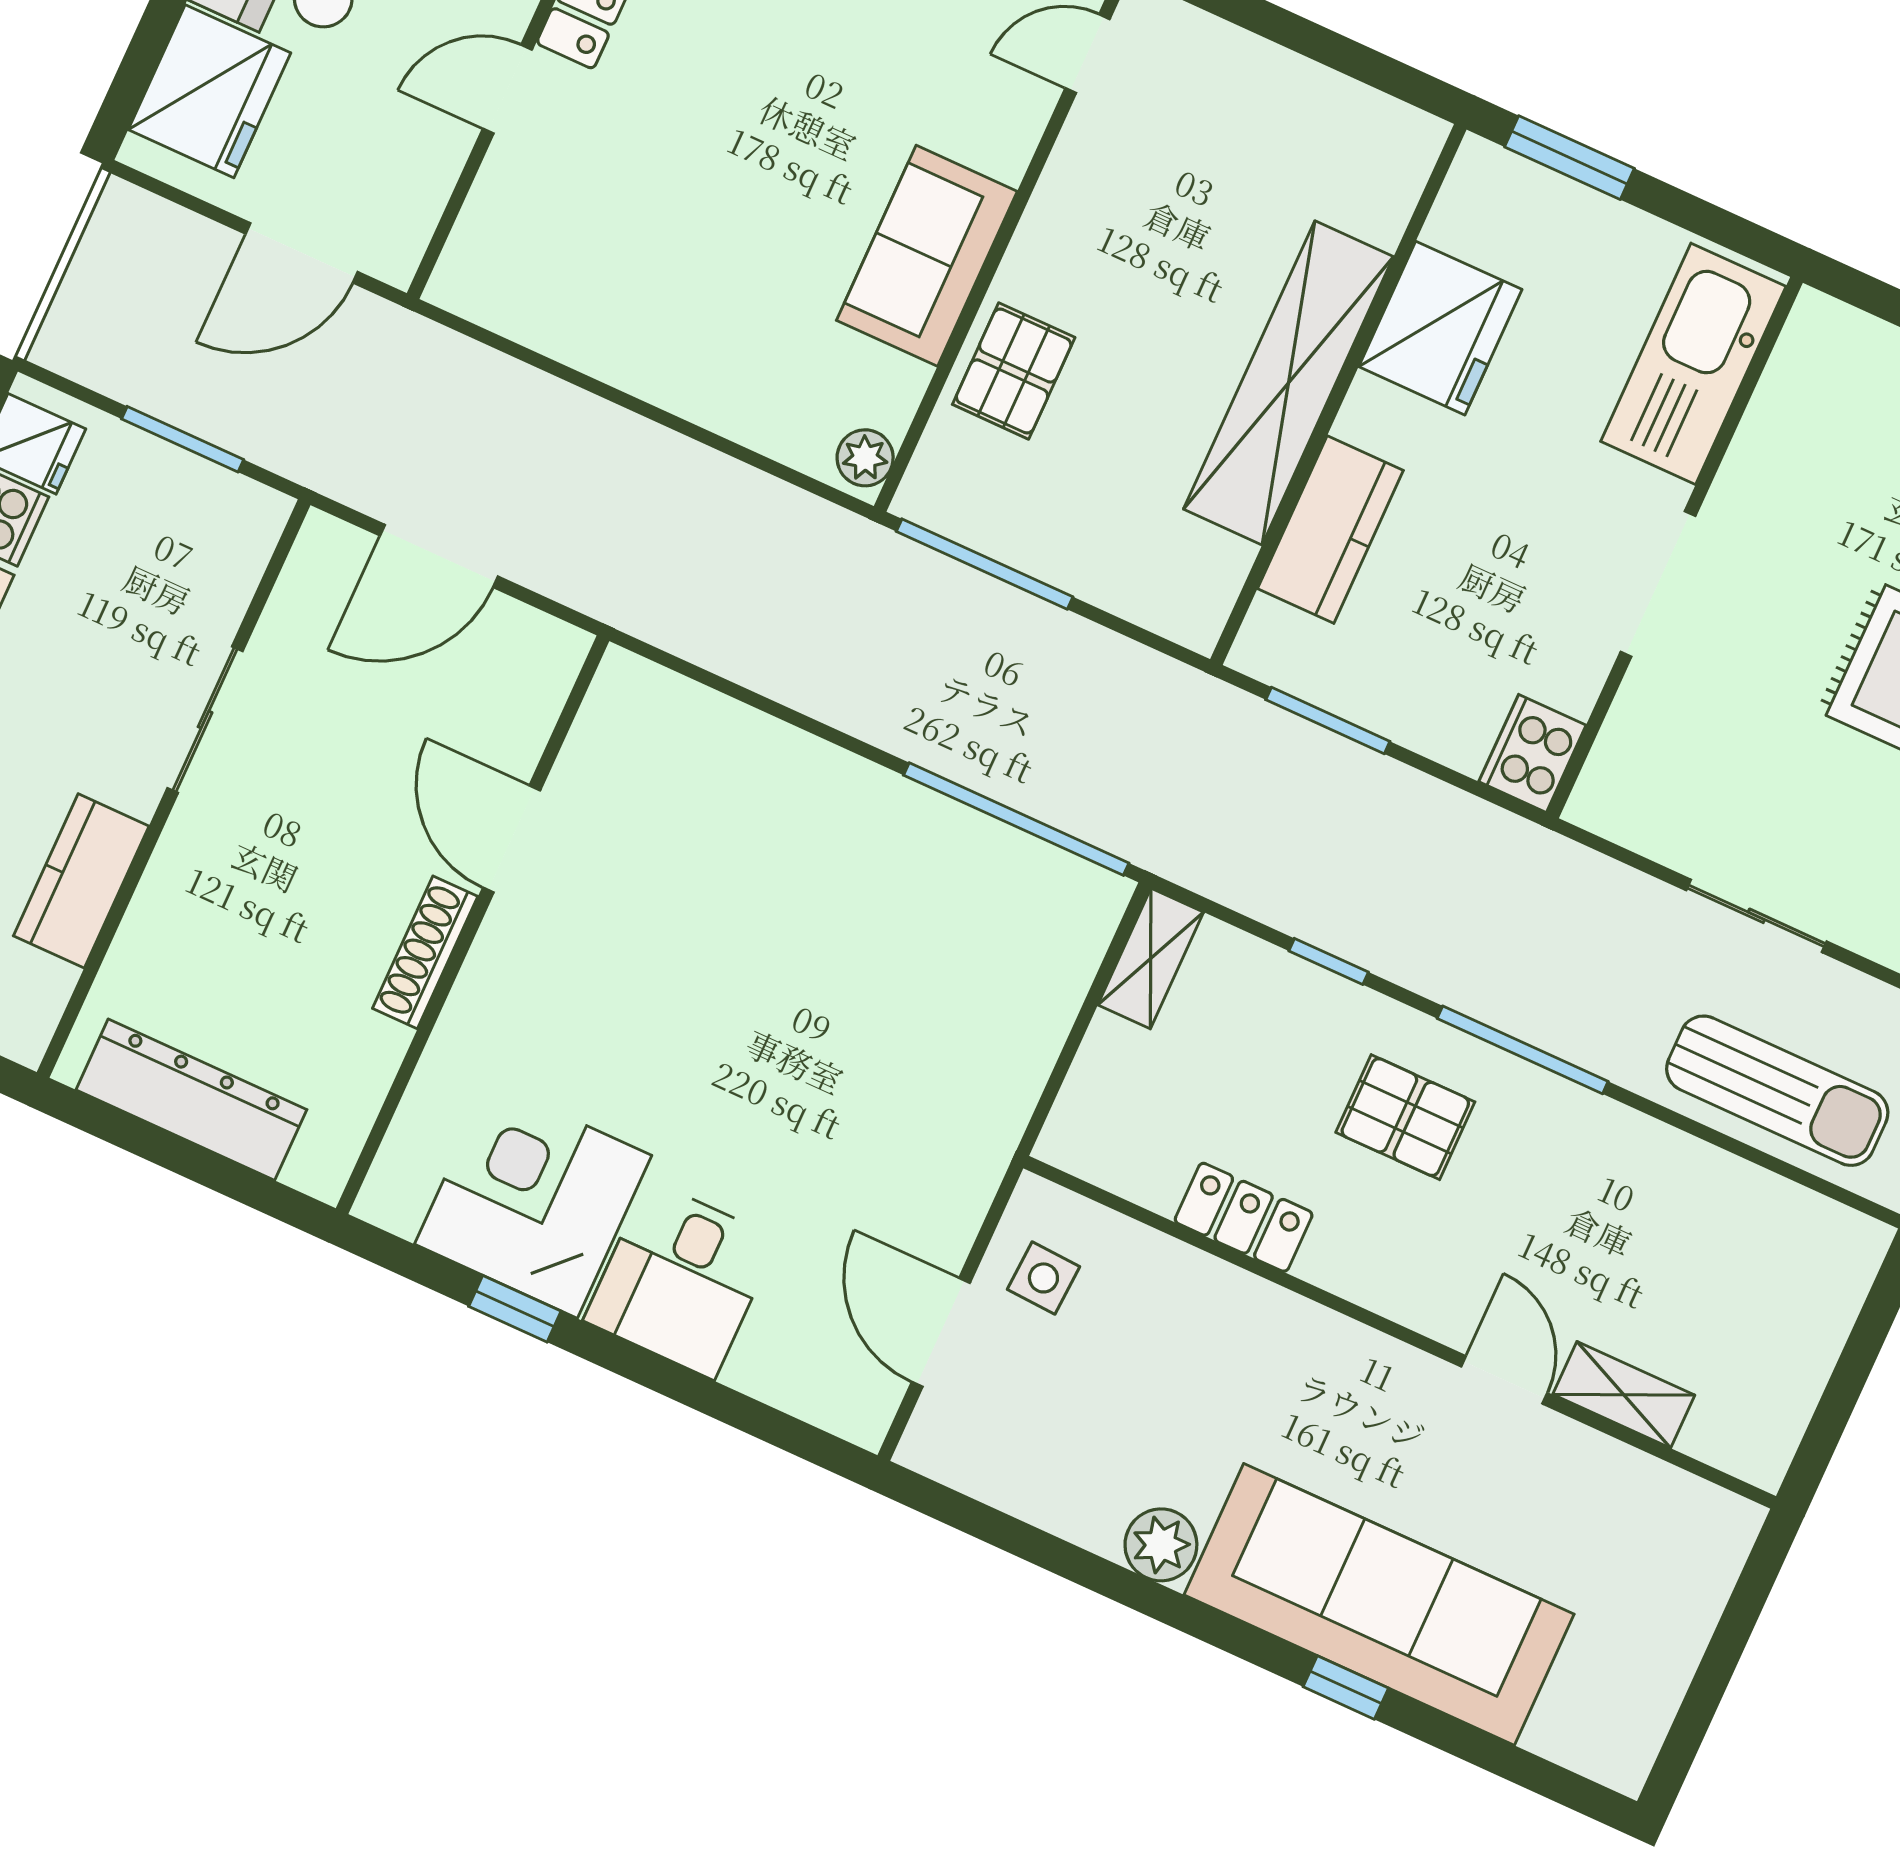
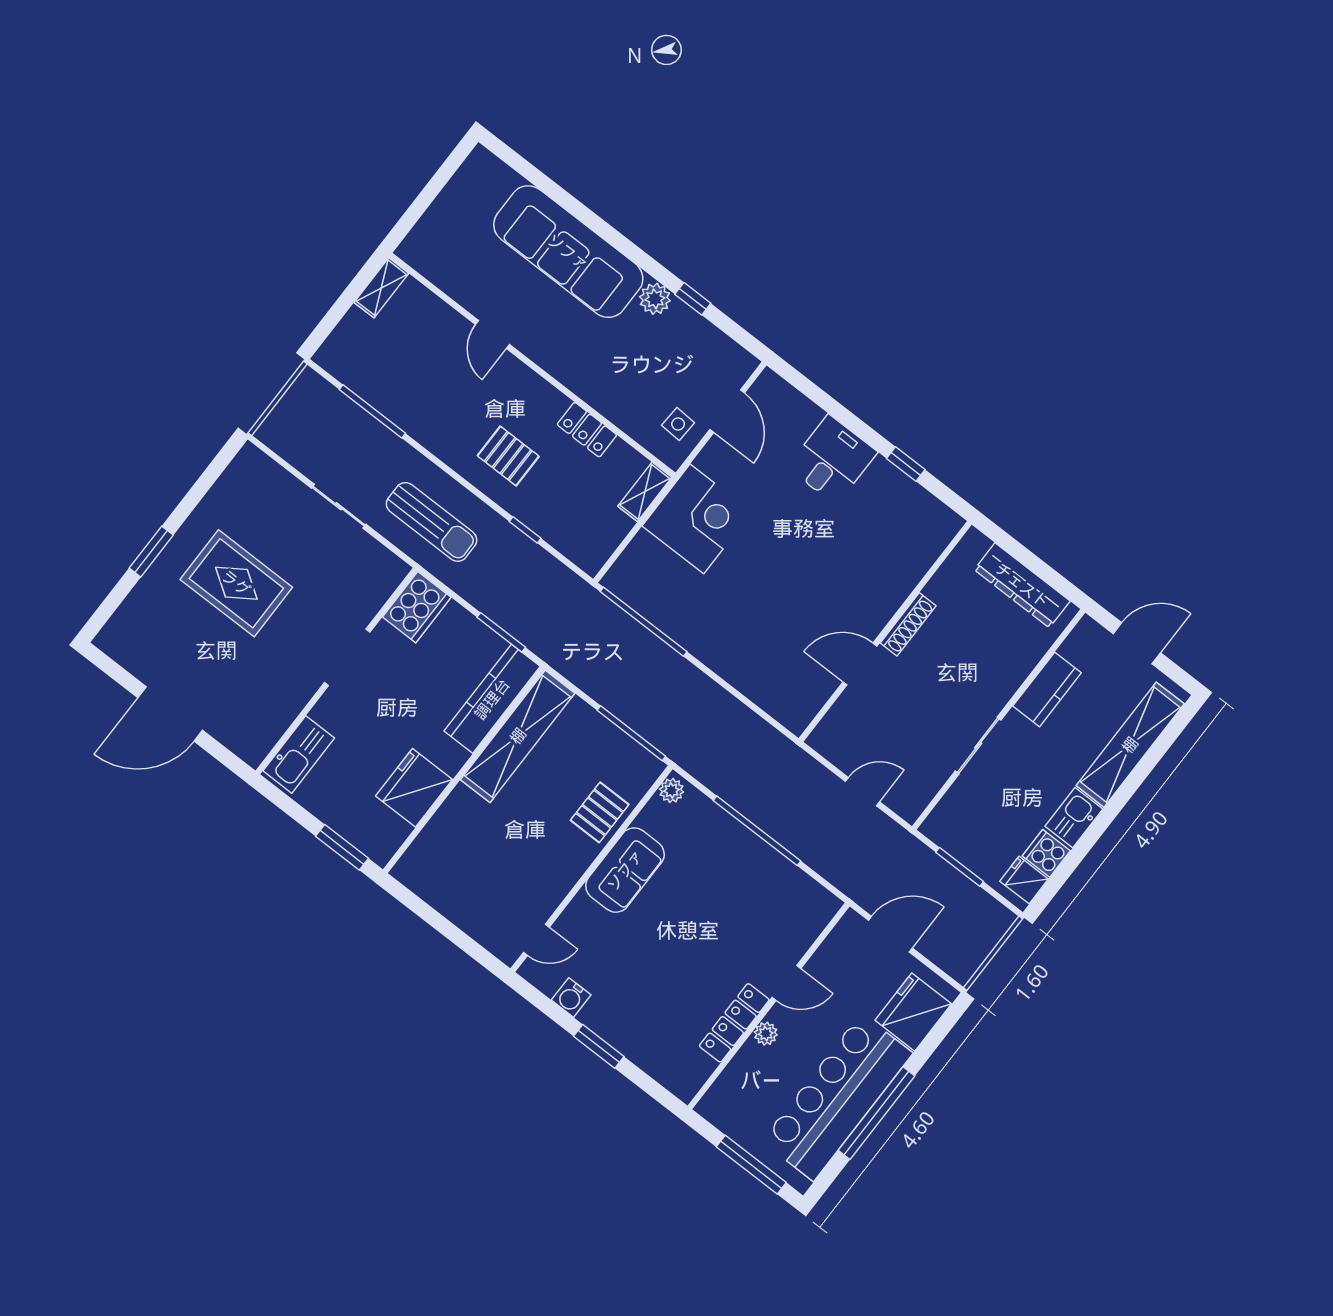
kitchen sink: (1693, 364) -> (299, 754), width x0.73, depth x0.81
shelving: (1289, 383) -> (518, 736), moved
window: (653, 413) -> (757, 831), added
kitchen counter: (1330, 530) -> (492, 699), width x1.50
door: (439, 556) -> (862, 792), width x0.73
cooker: (1532, 753) -> (417, 607), width x1.37, depth x1.31
door: (512, 839) -> (860, 664), swing flipped
shelving: (1151, 958) -> (645, 492), moved
window: (1523, 1050) -> (372, 411), moved
sun lounger: (1777, 1091) -> (432, 522), moved, turned 180
corner desk: (533, 1200) -> (697, 519), moved, turned -90
shelving: (1624, 1395) -> (381, 288), moved, turned 90
window: (1346, 1687) -> (693, 299), moved

